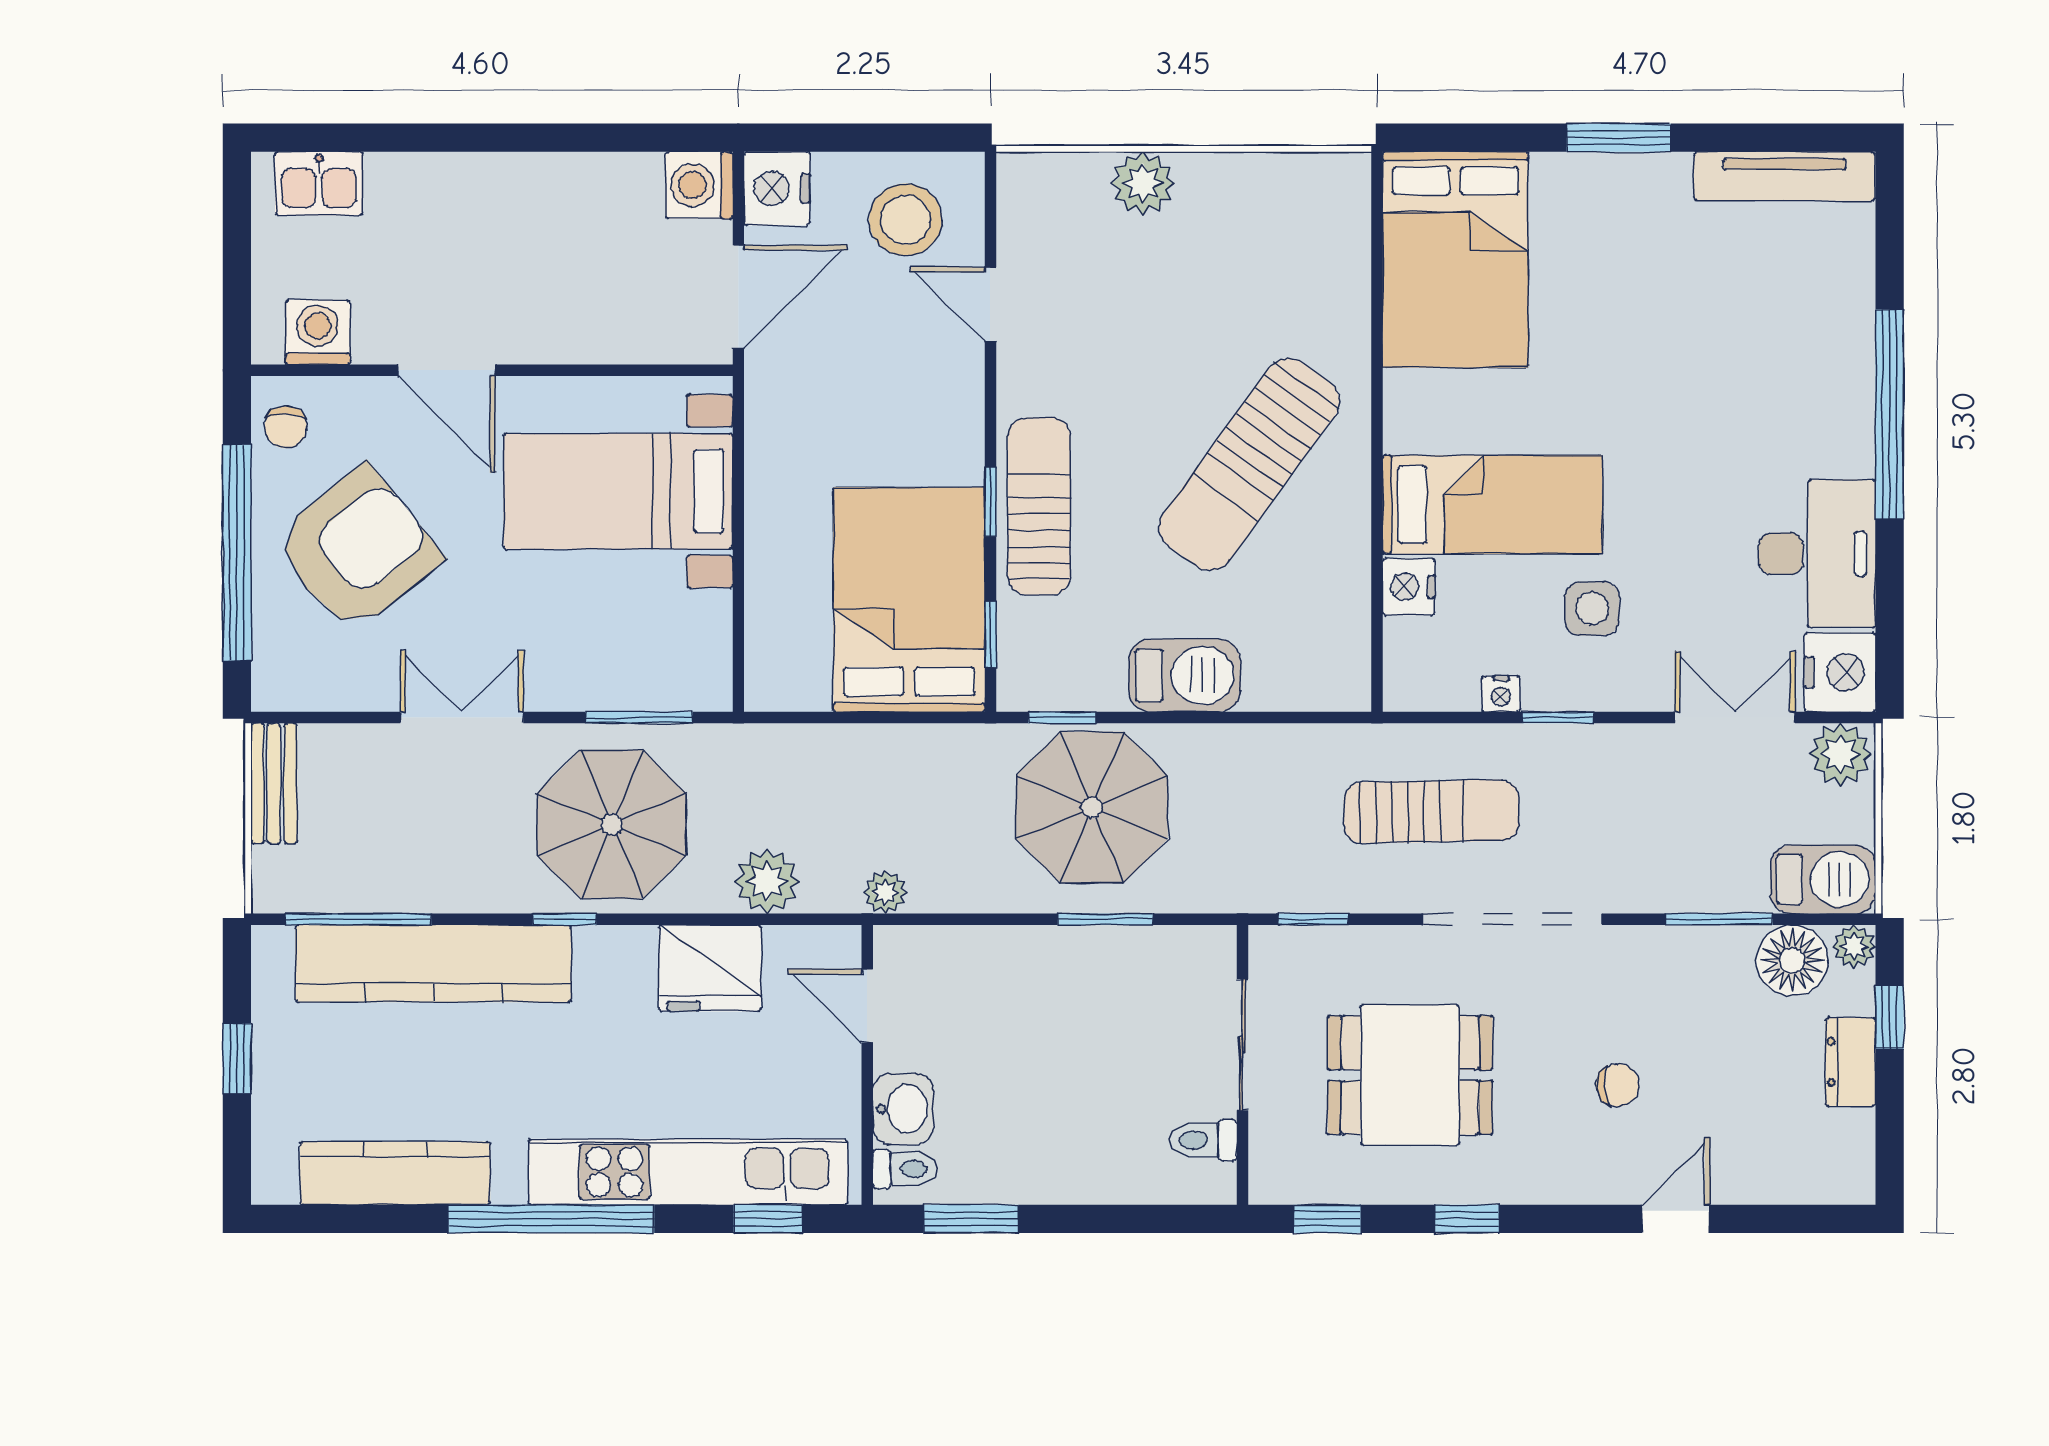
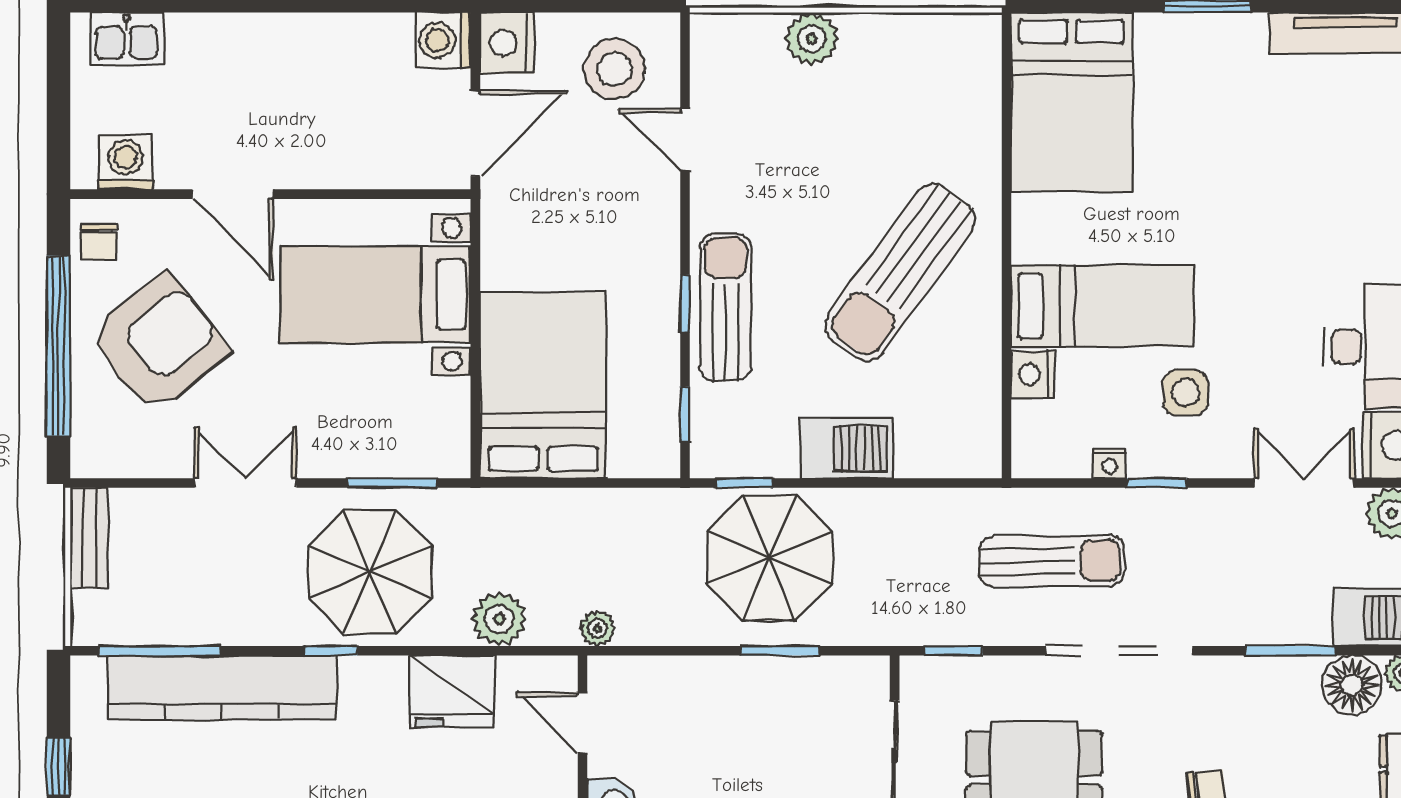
bed: (909, 600) -> (543, 385), moved

